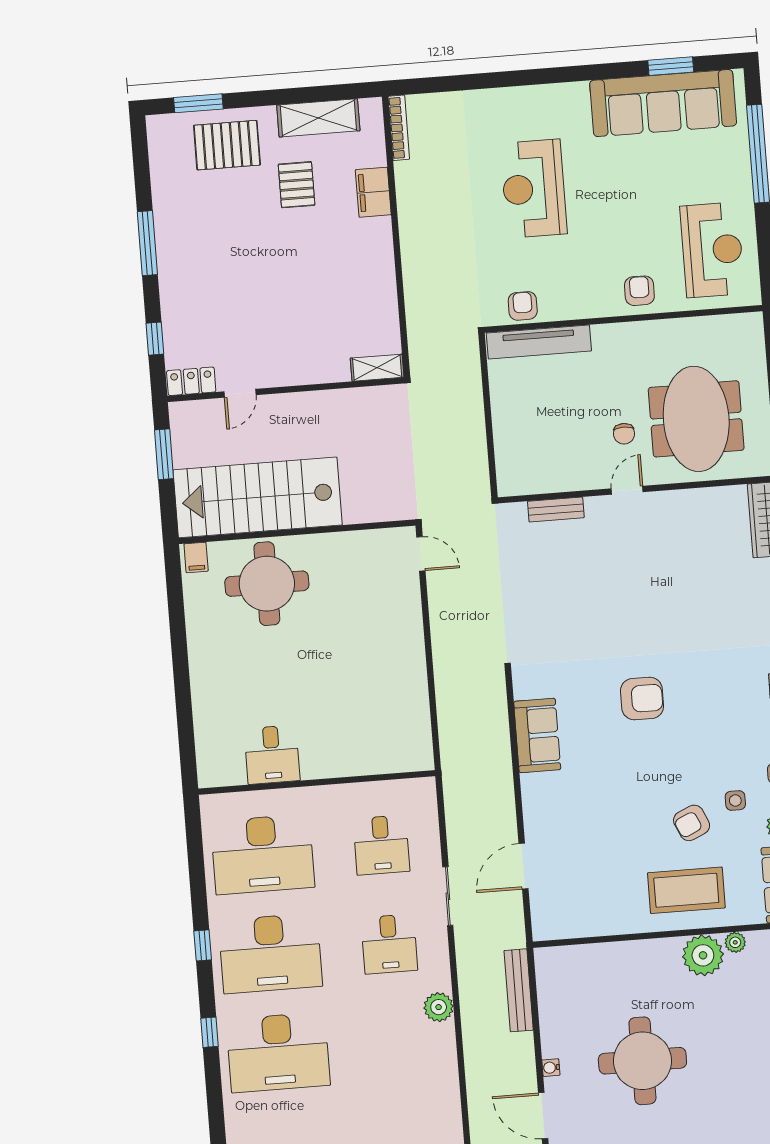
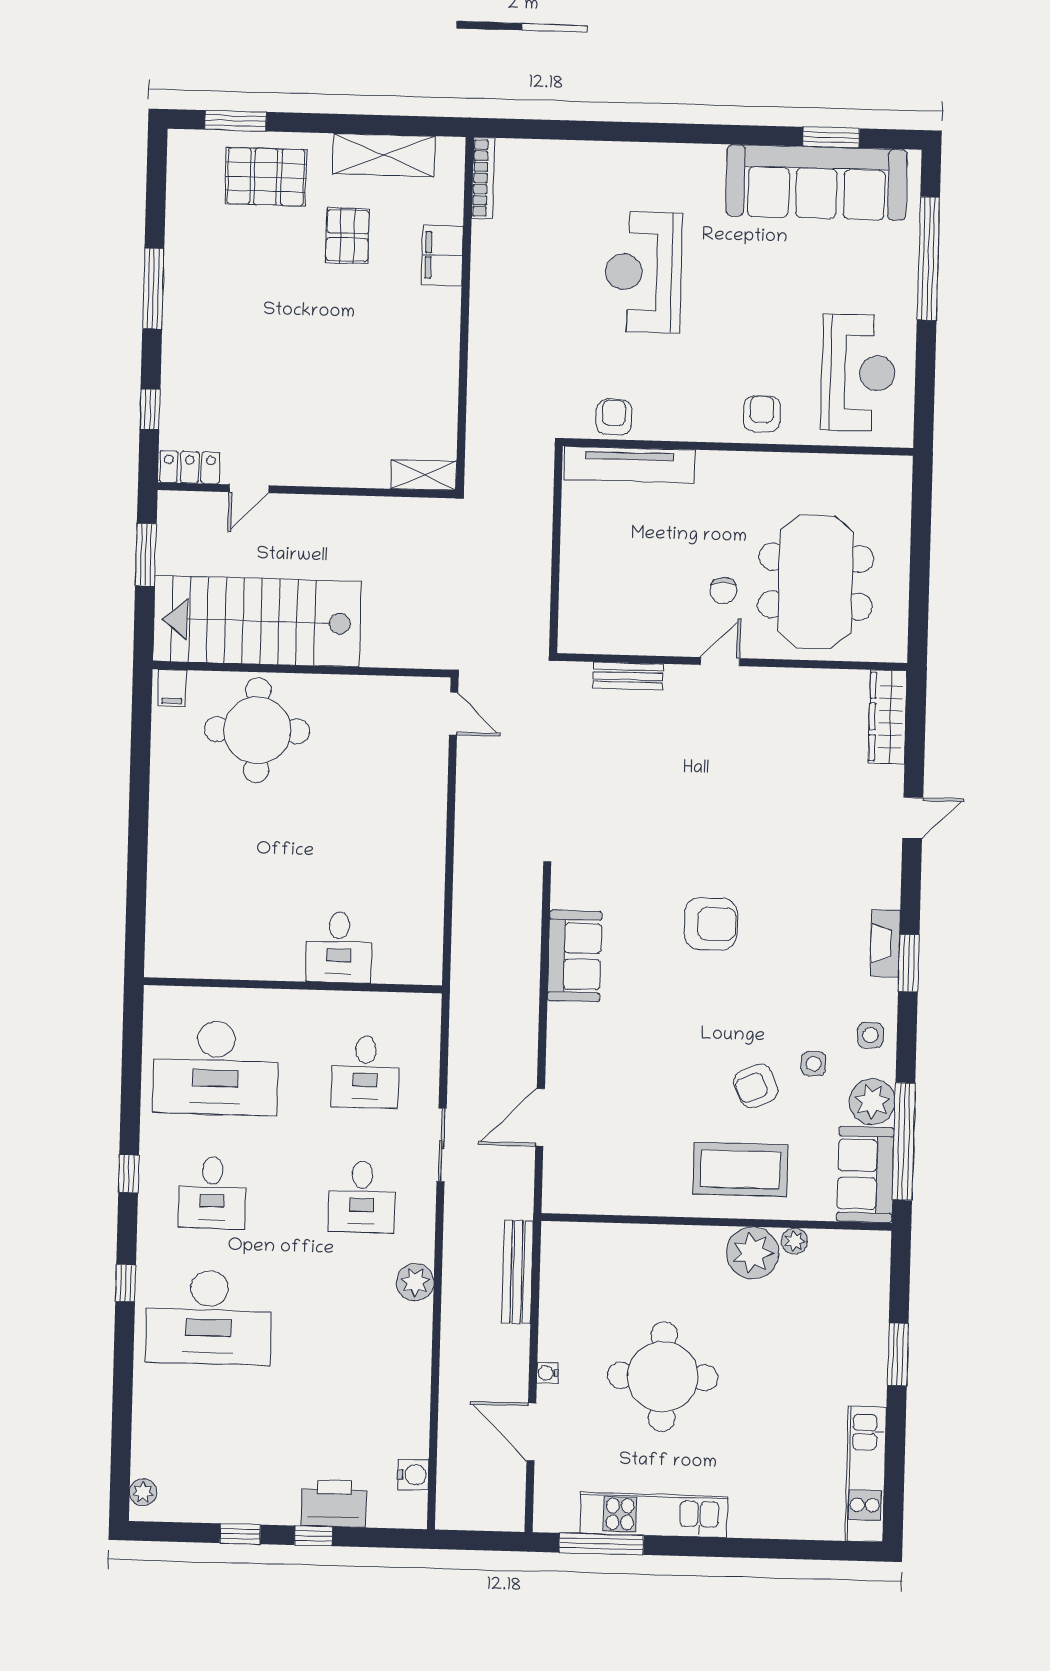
desk: (272, 755) -> (339, 947), moved
desk: (270, 953) -> (212, 1193), width x0.53, depth x0.77

